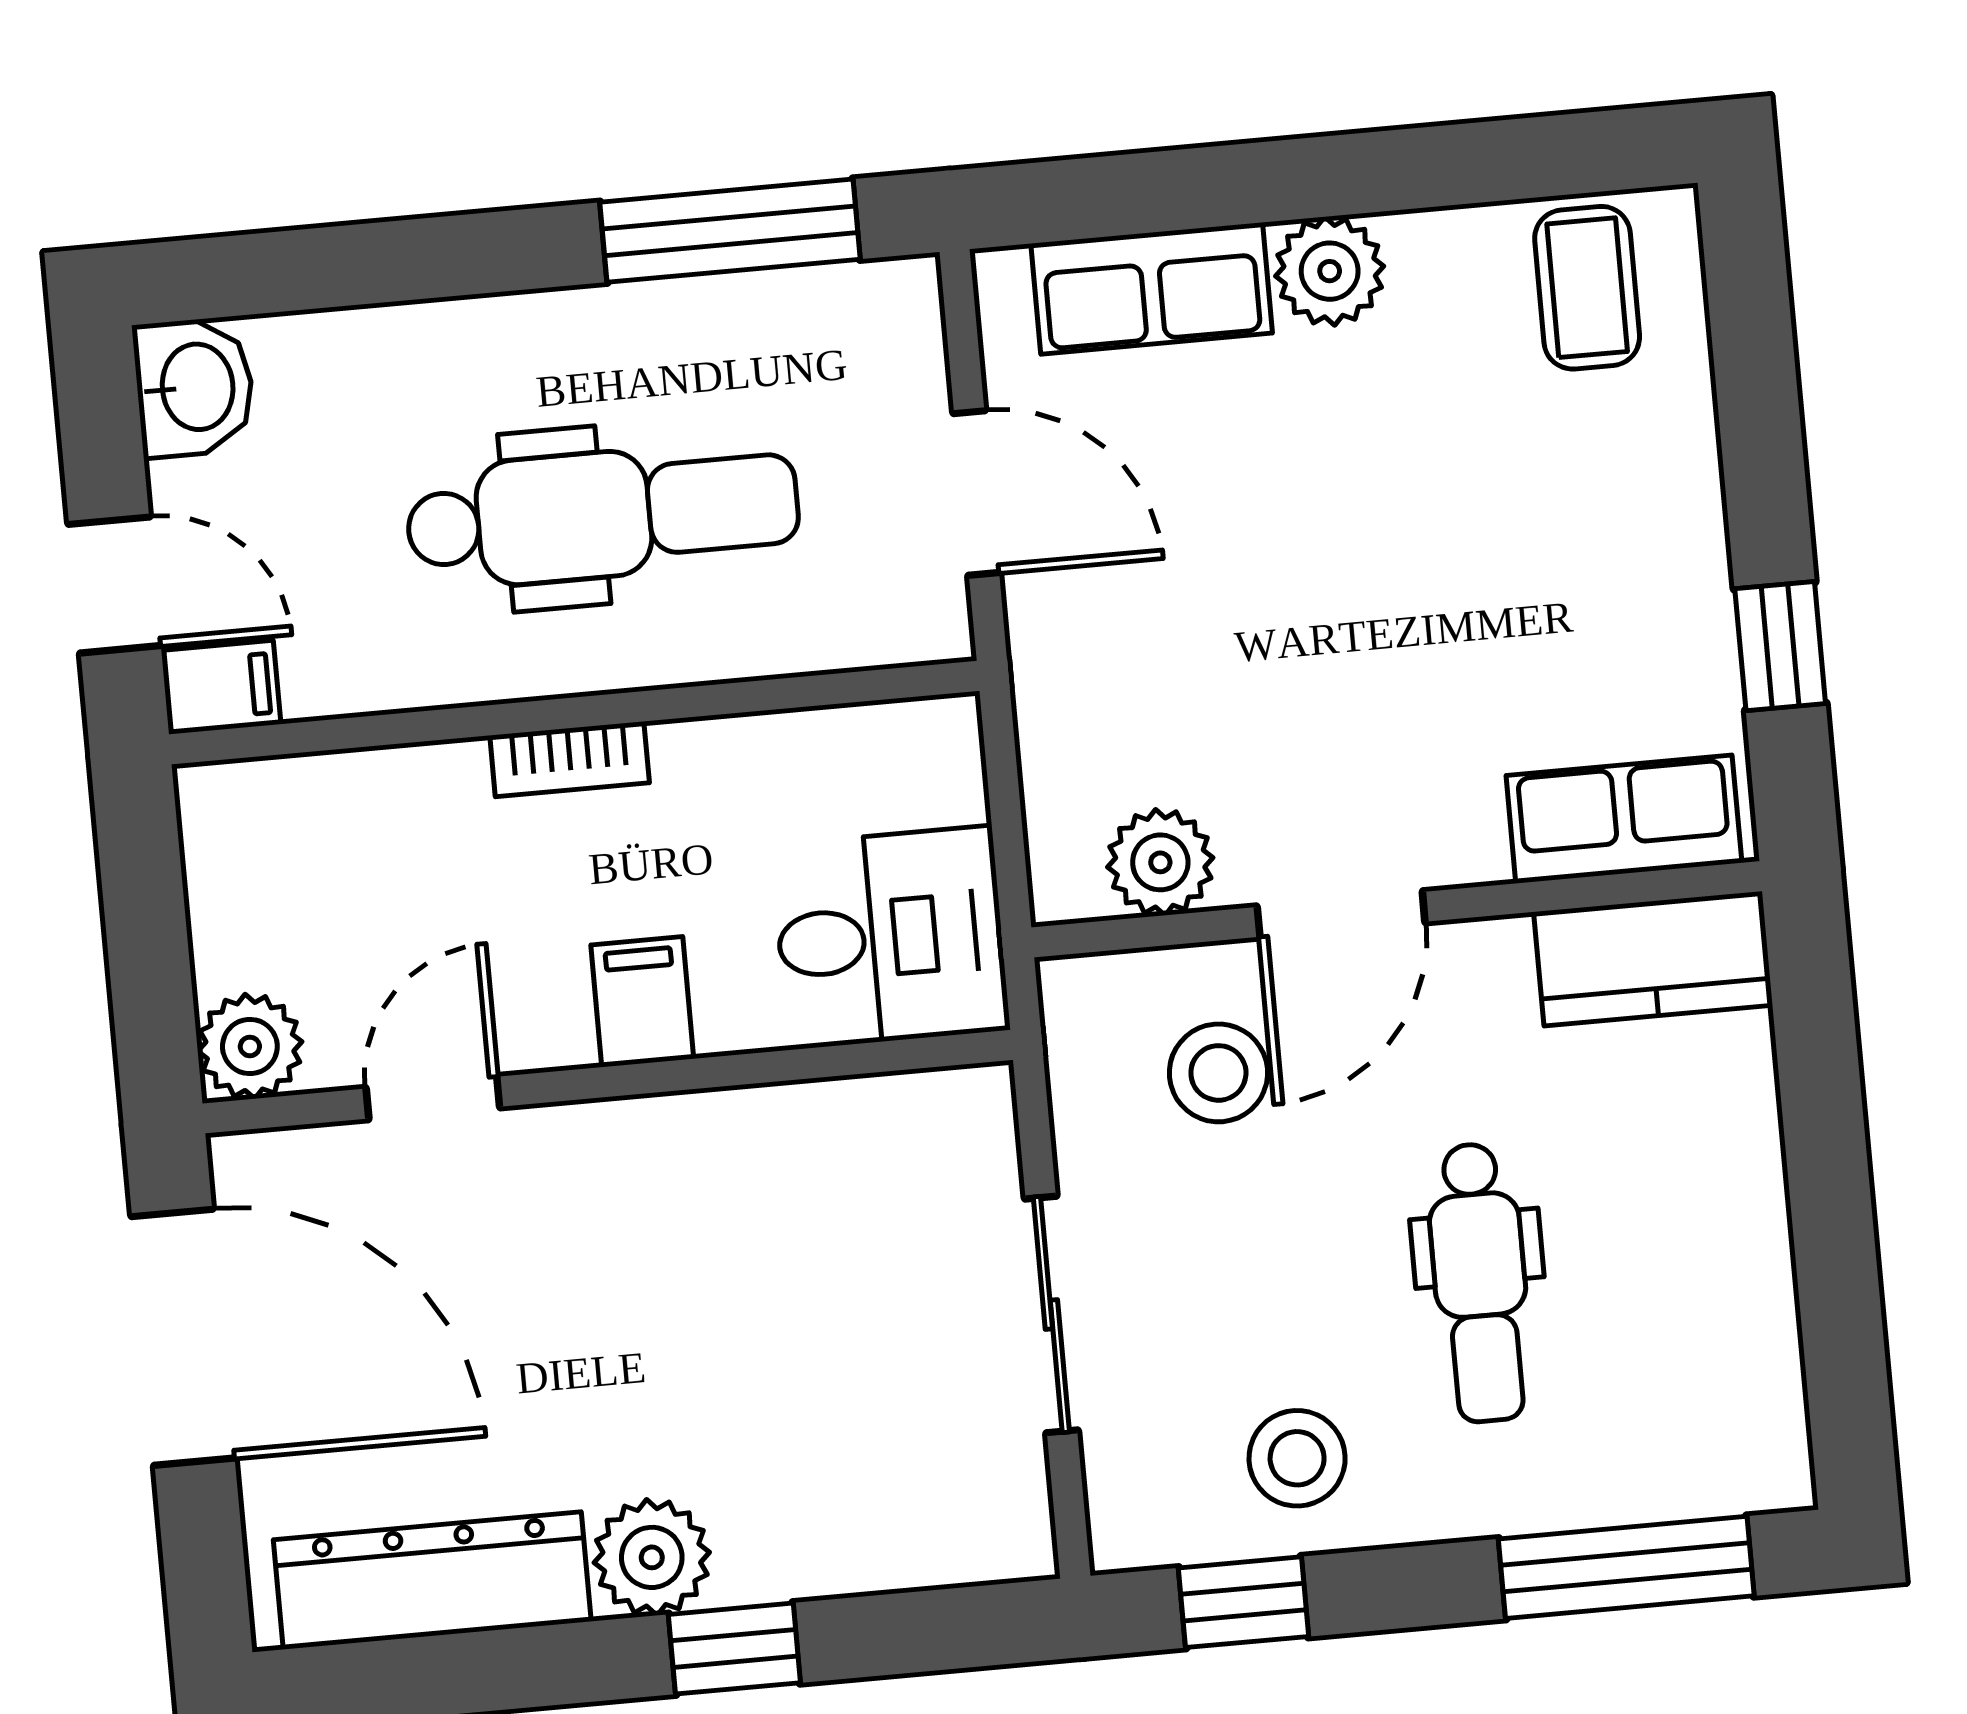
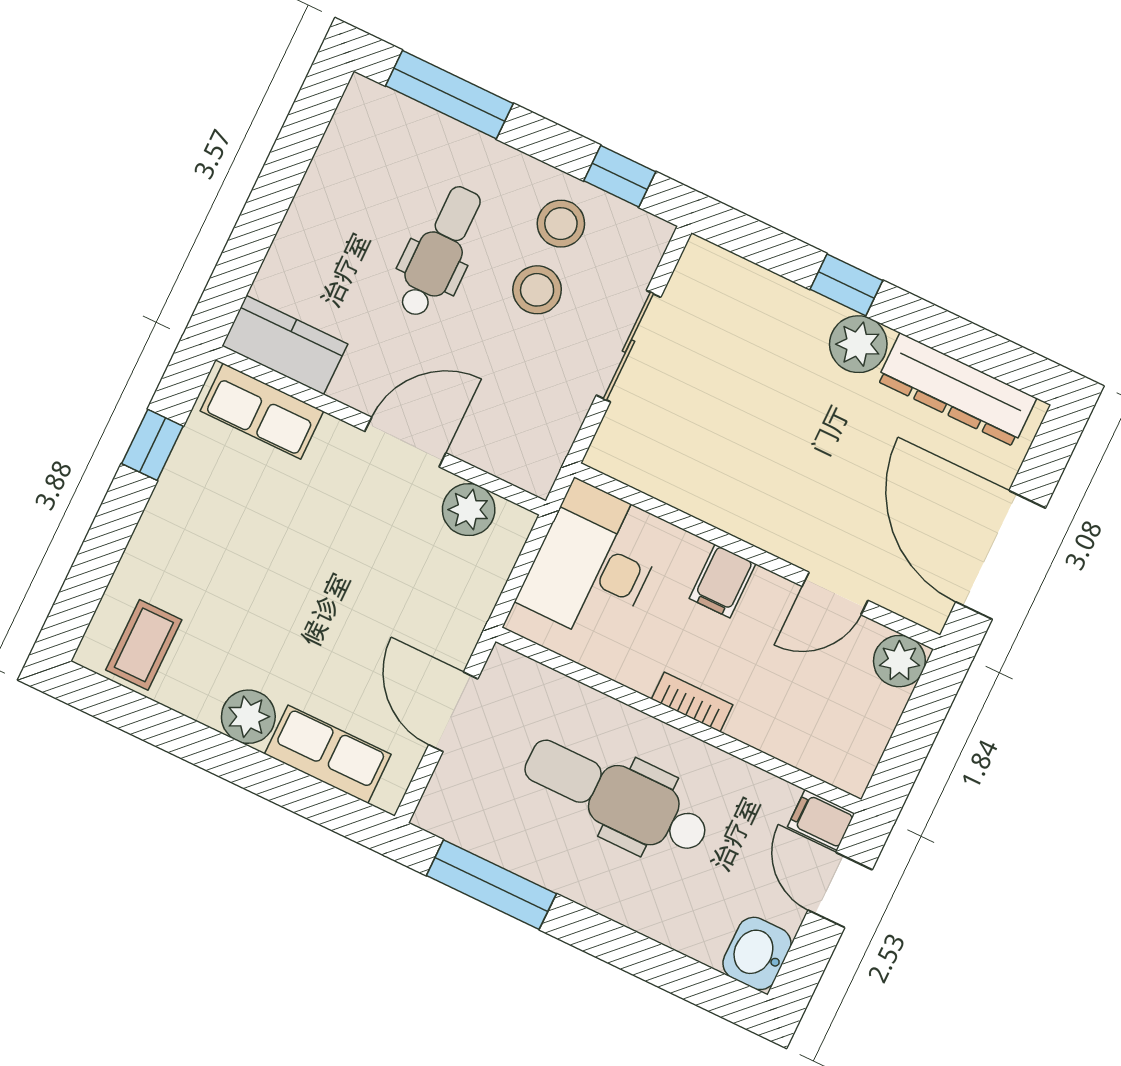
desk: (890, 937) -> (593, 563), width x1.37
stool: (1218, 1073) -> (537, 290), moved

